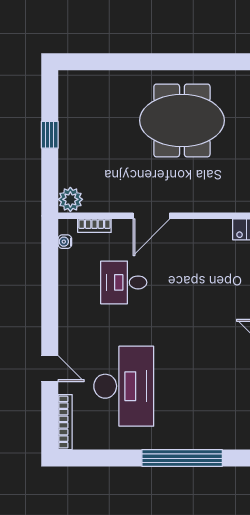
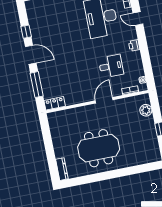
plant: (70, 199) -> (146, 110), moved
printer: (68, 315) -> (134, 45), added

